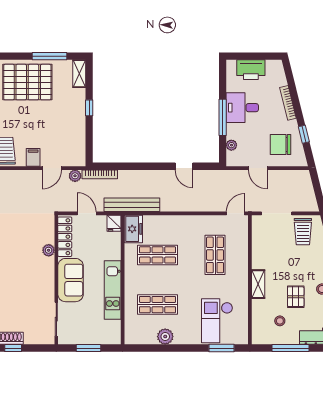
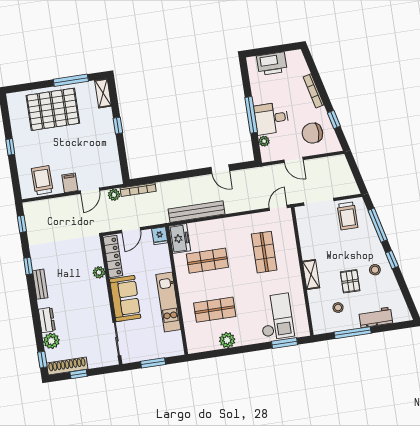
desk: (242, 108) -> (271, 118), moved
bench: (132, 205) -> (197, 212), moved
door: (87, 213) -> (131, 230), swing flipped
checkout: (217, 321) -> (276, 317), turned 180

